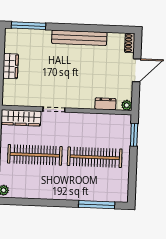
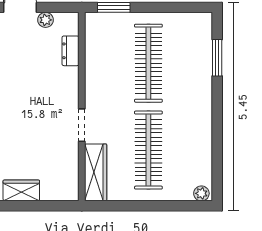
plant: (127, 105) -> (46, 20), moved
window: (97, 205) -> (217, 58), width x0.69

